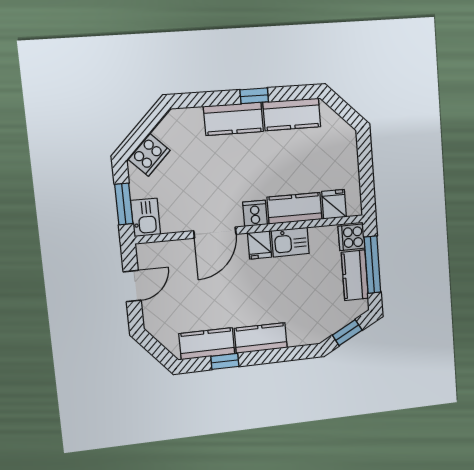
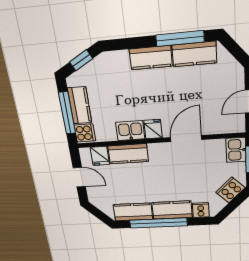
window: (254, 96) -> (158, 223), width x3.17
door: (366, 171) -> (79, 177), added
cooker: (255, 213) -> (201, 210), moved, turned 180
window: (225, 361) -> (180, 38), width x2.17

